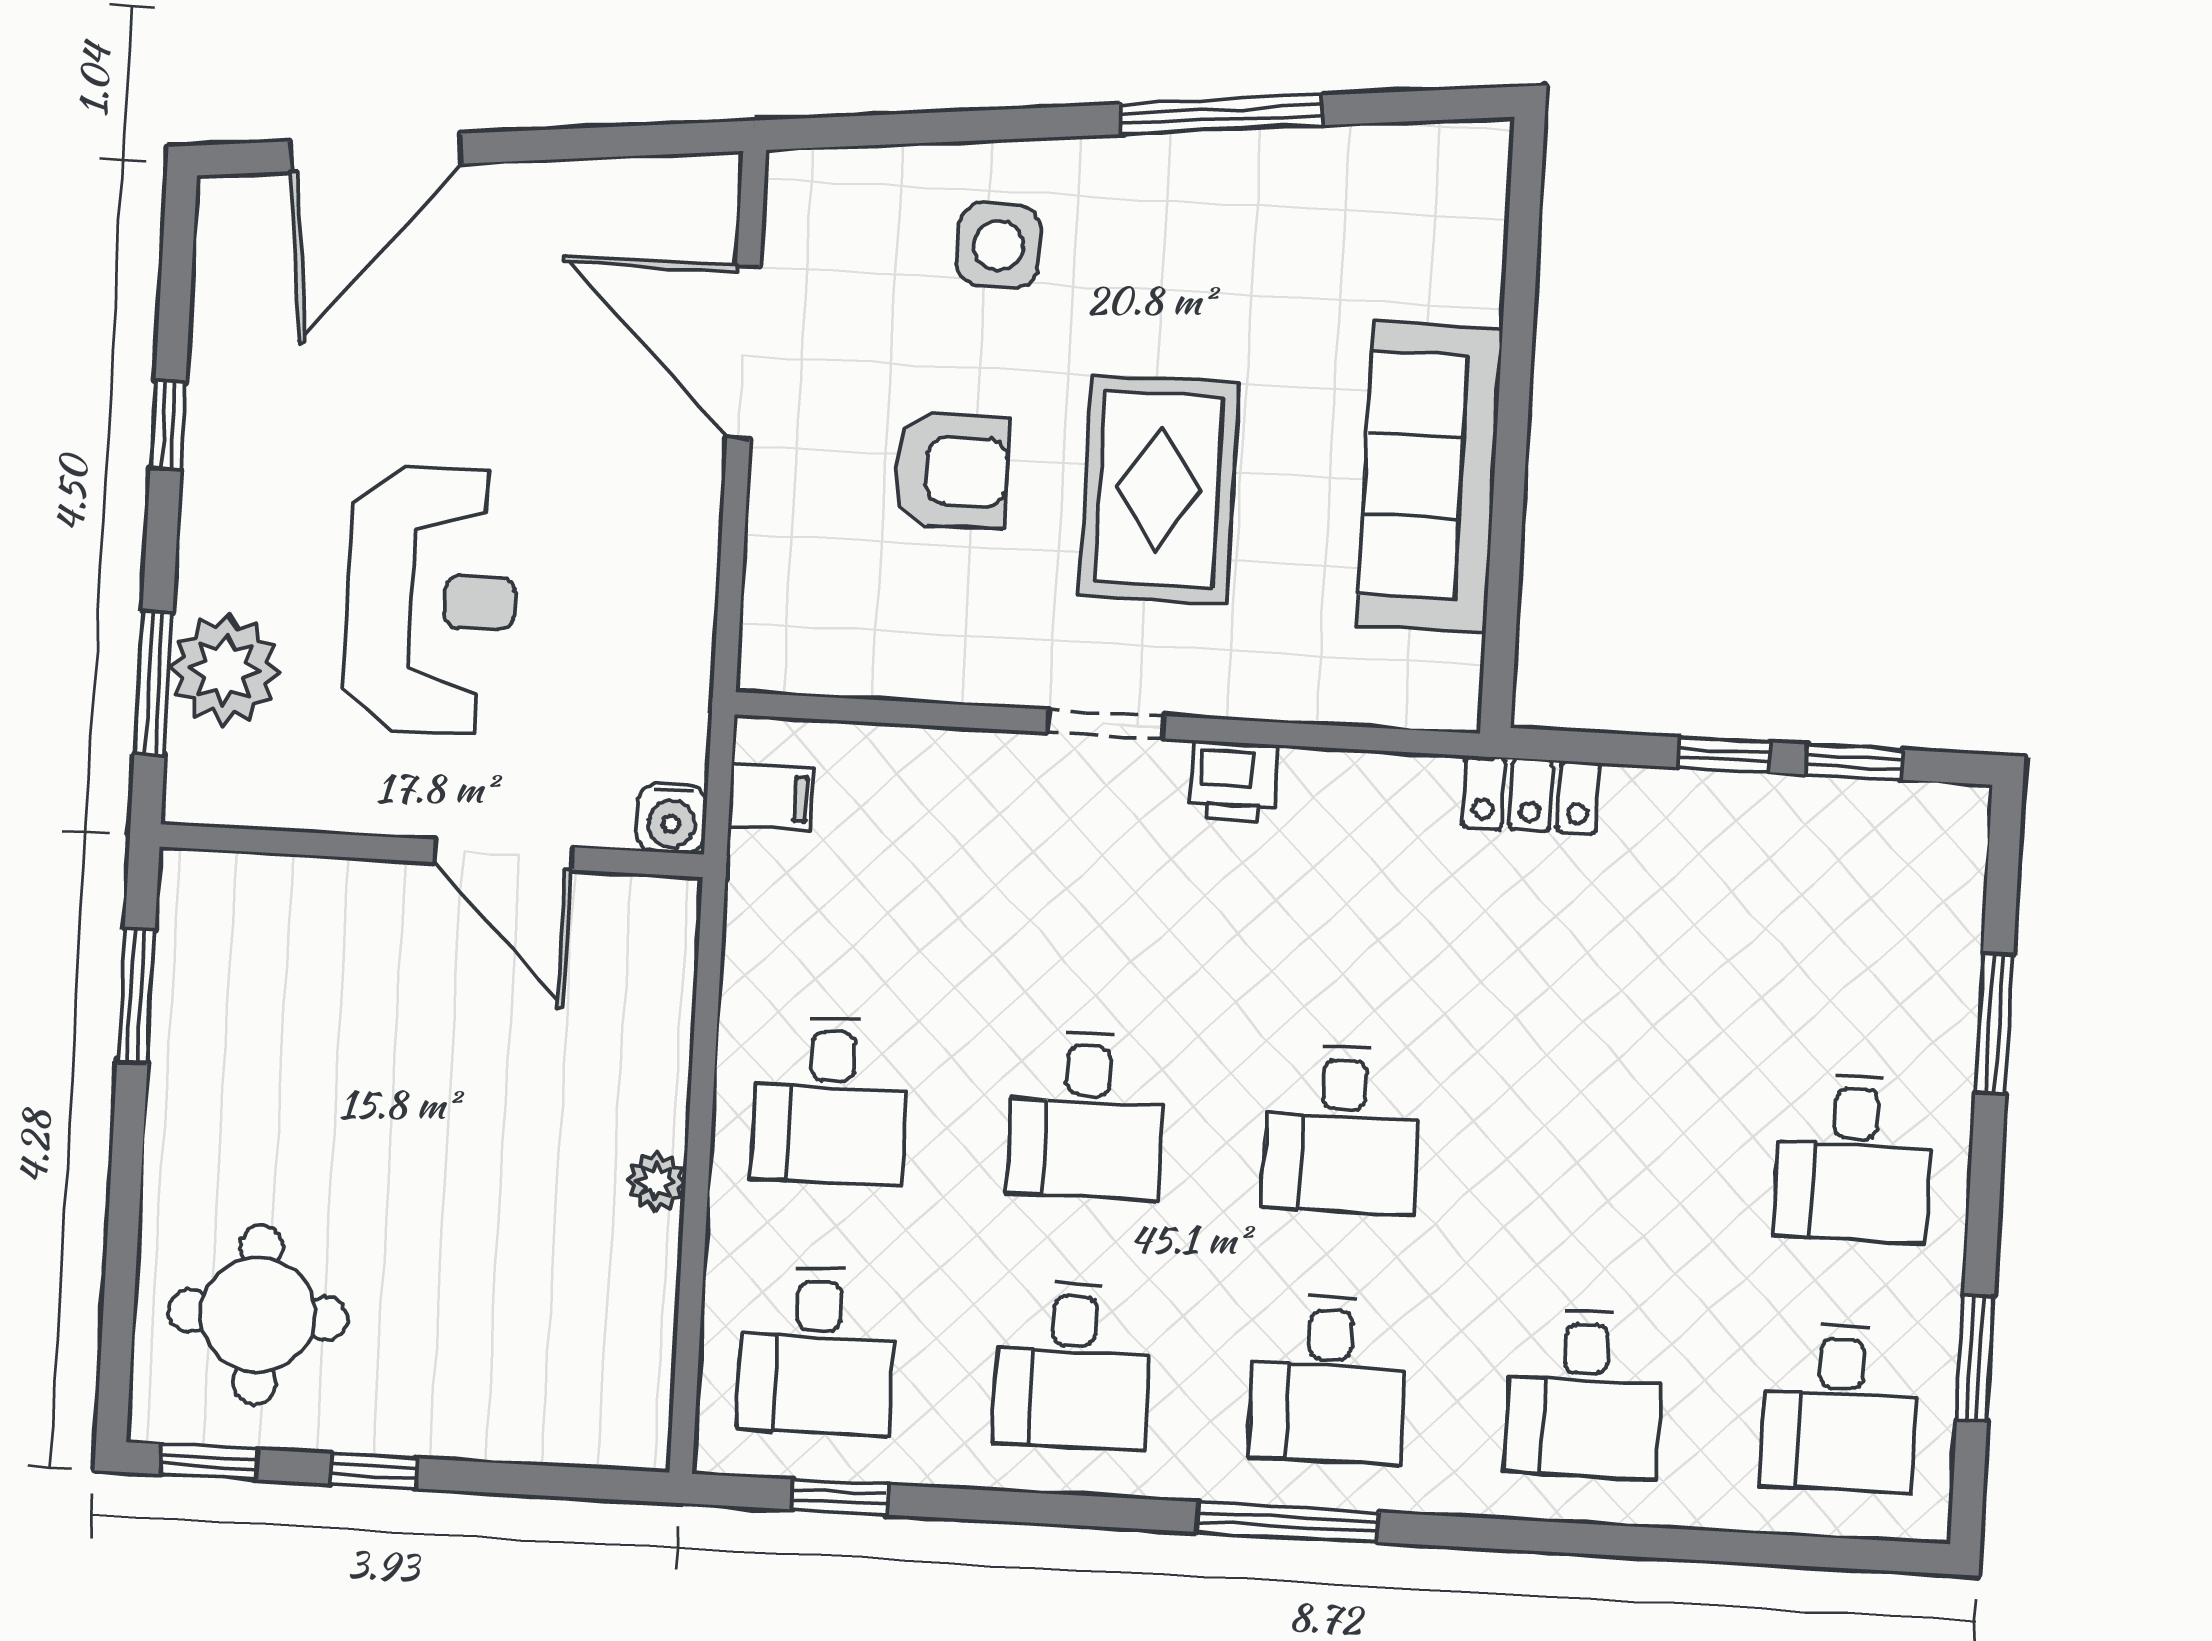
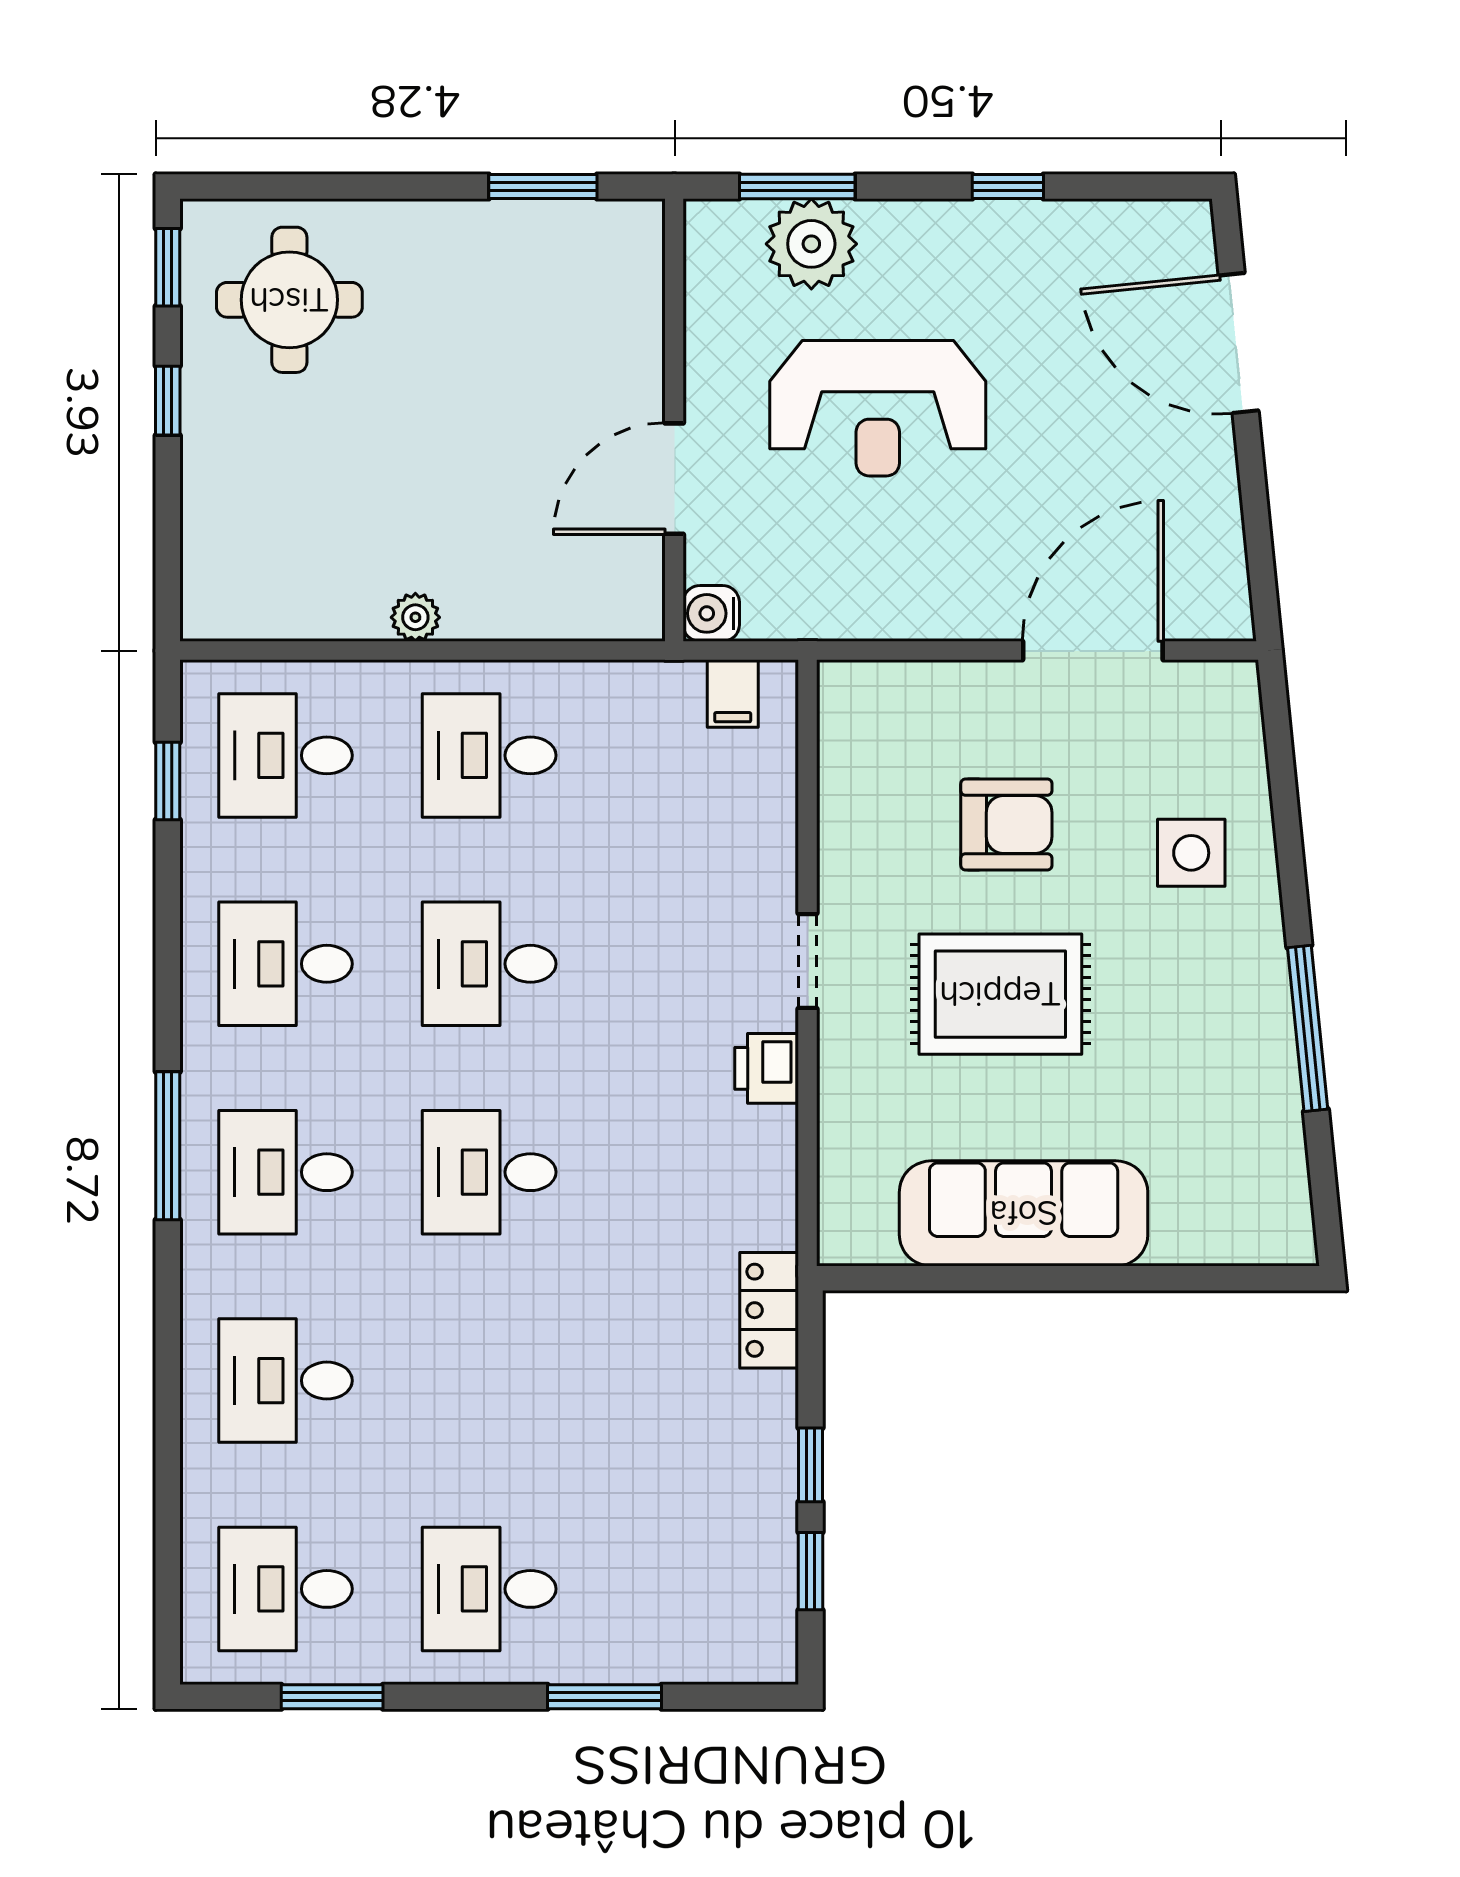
armchair: (951, 471) -> (1006, 824), turned -90

